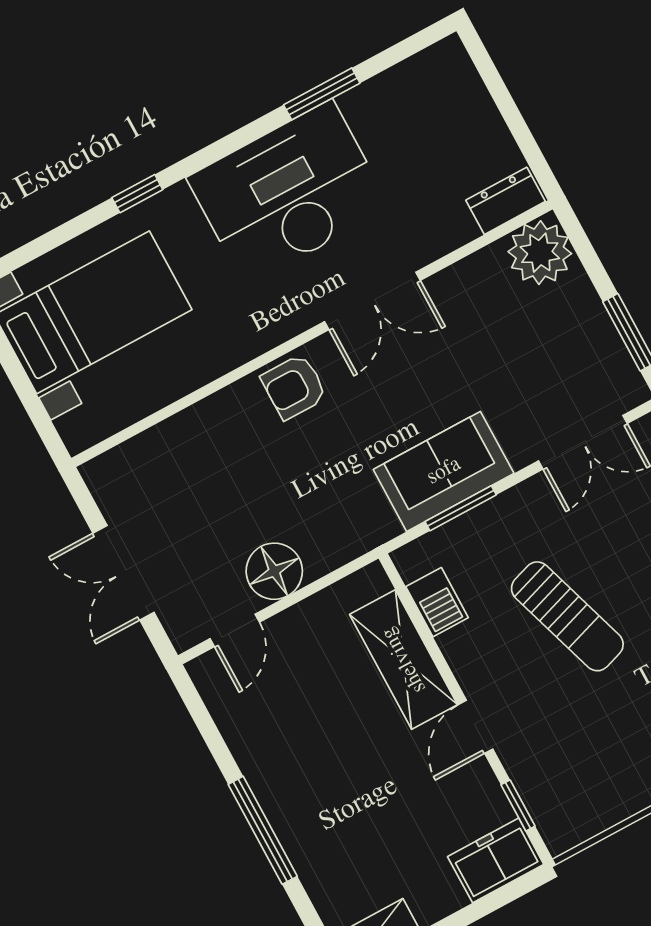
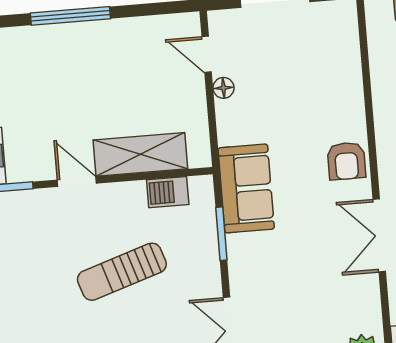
armchair: (294, 387) -> (346, 161), turned 180
sofa: (444, 471) -> (246, 188), moved
floor lamp: (274, 571) -> (223, 88), width x0.53, depth x0.53

